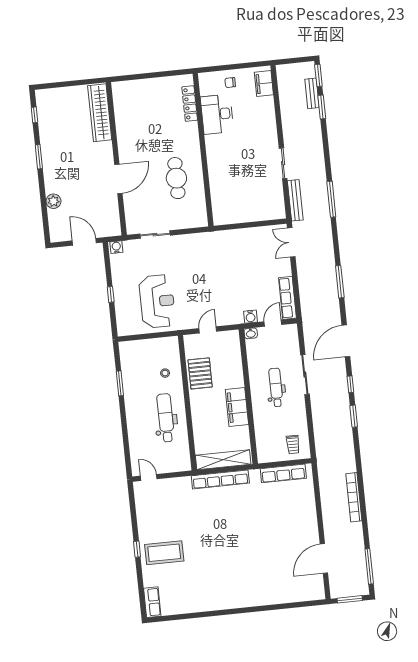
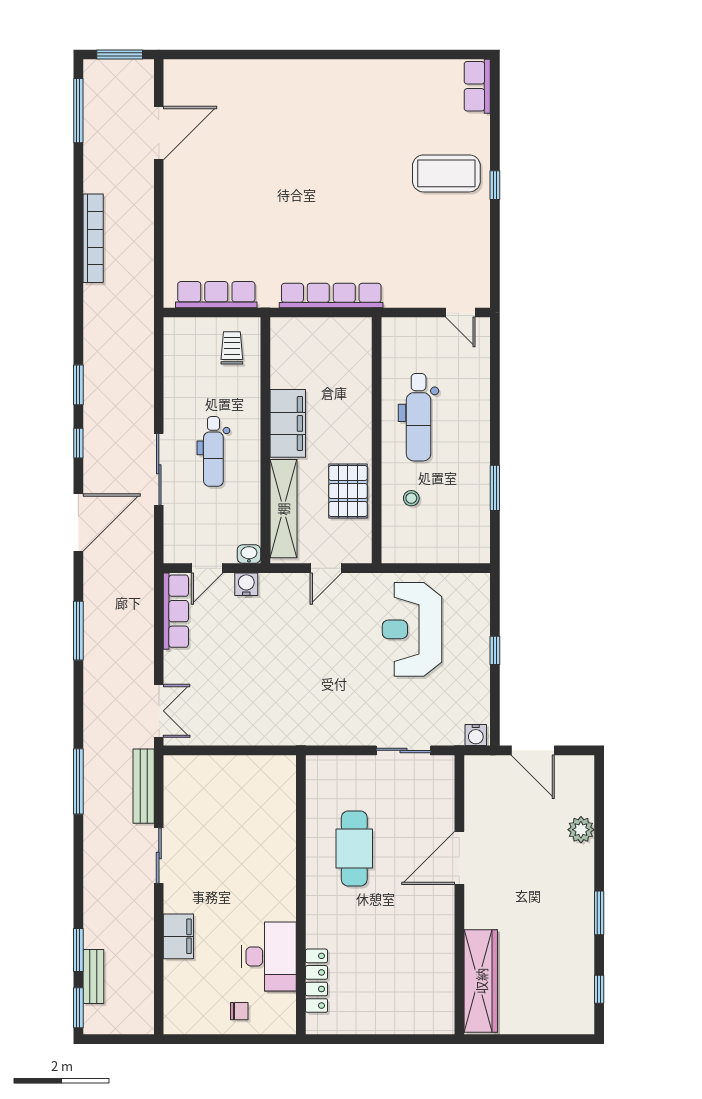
filing cabinet: (264, 83) -> (178, 936), moved
trolley: (293, 445) -> (232, 348), moved
shelving: (223, 460) -> (283, 509), moved, turned 90

